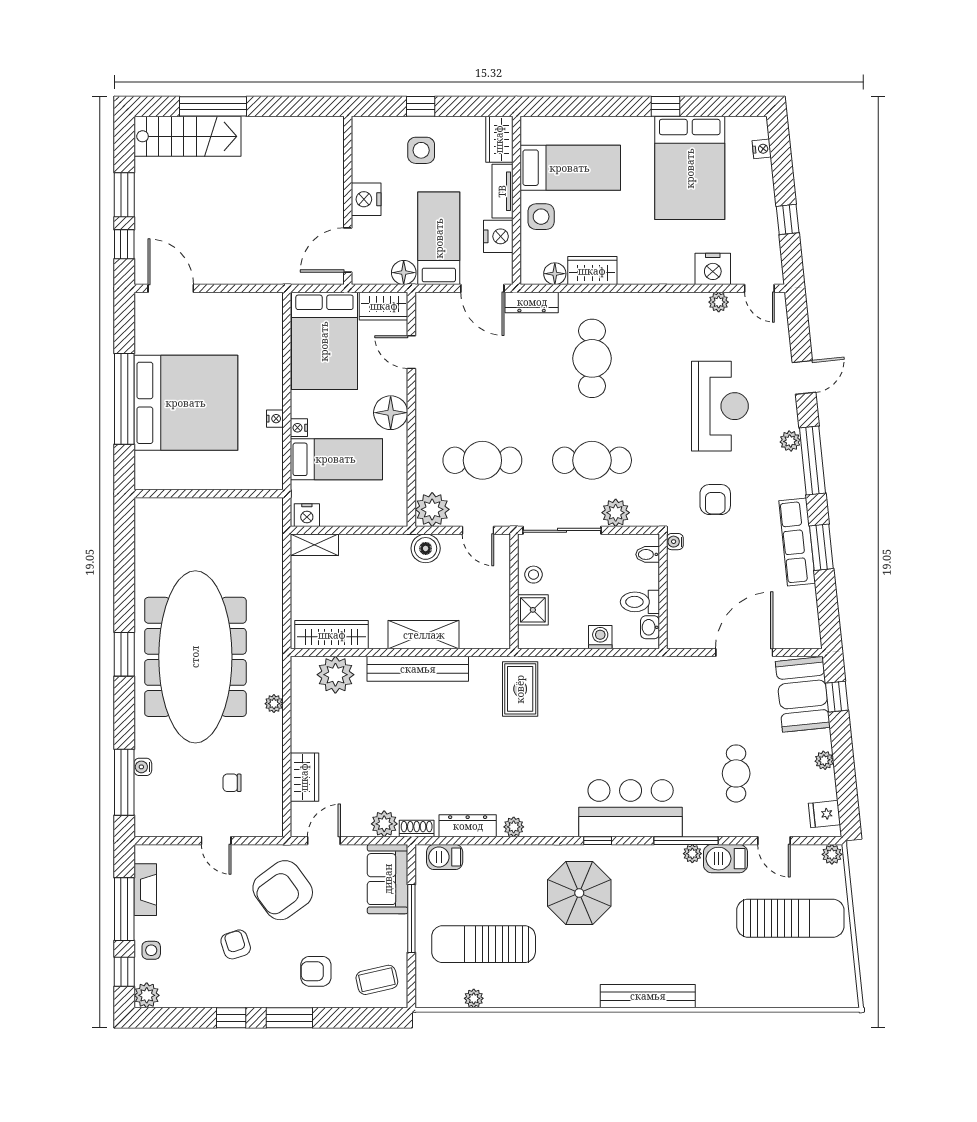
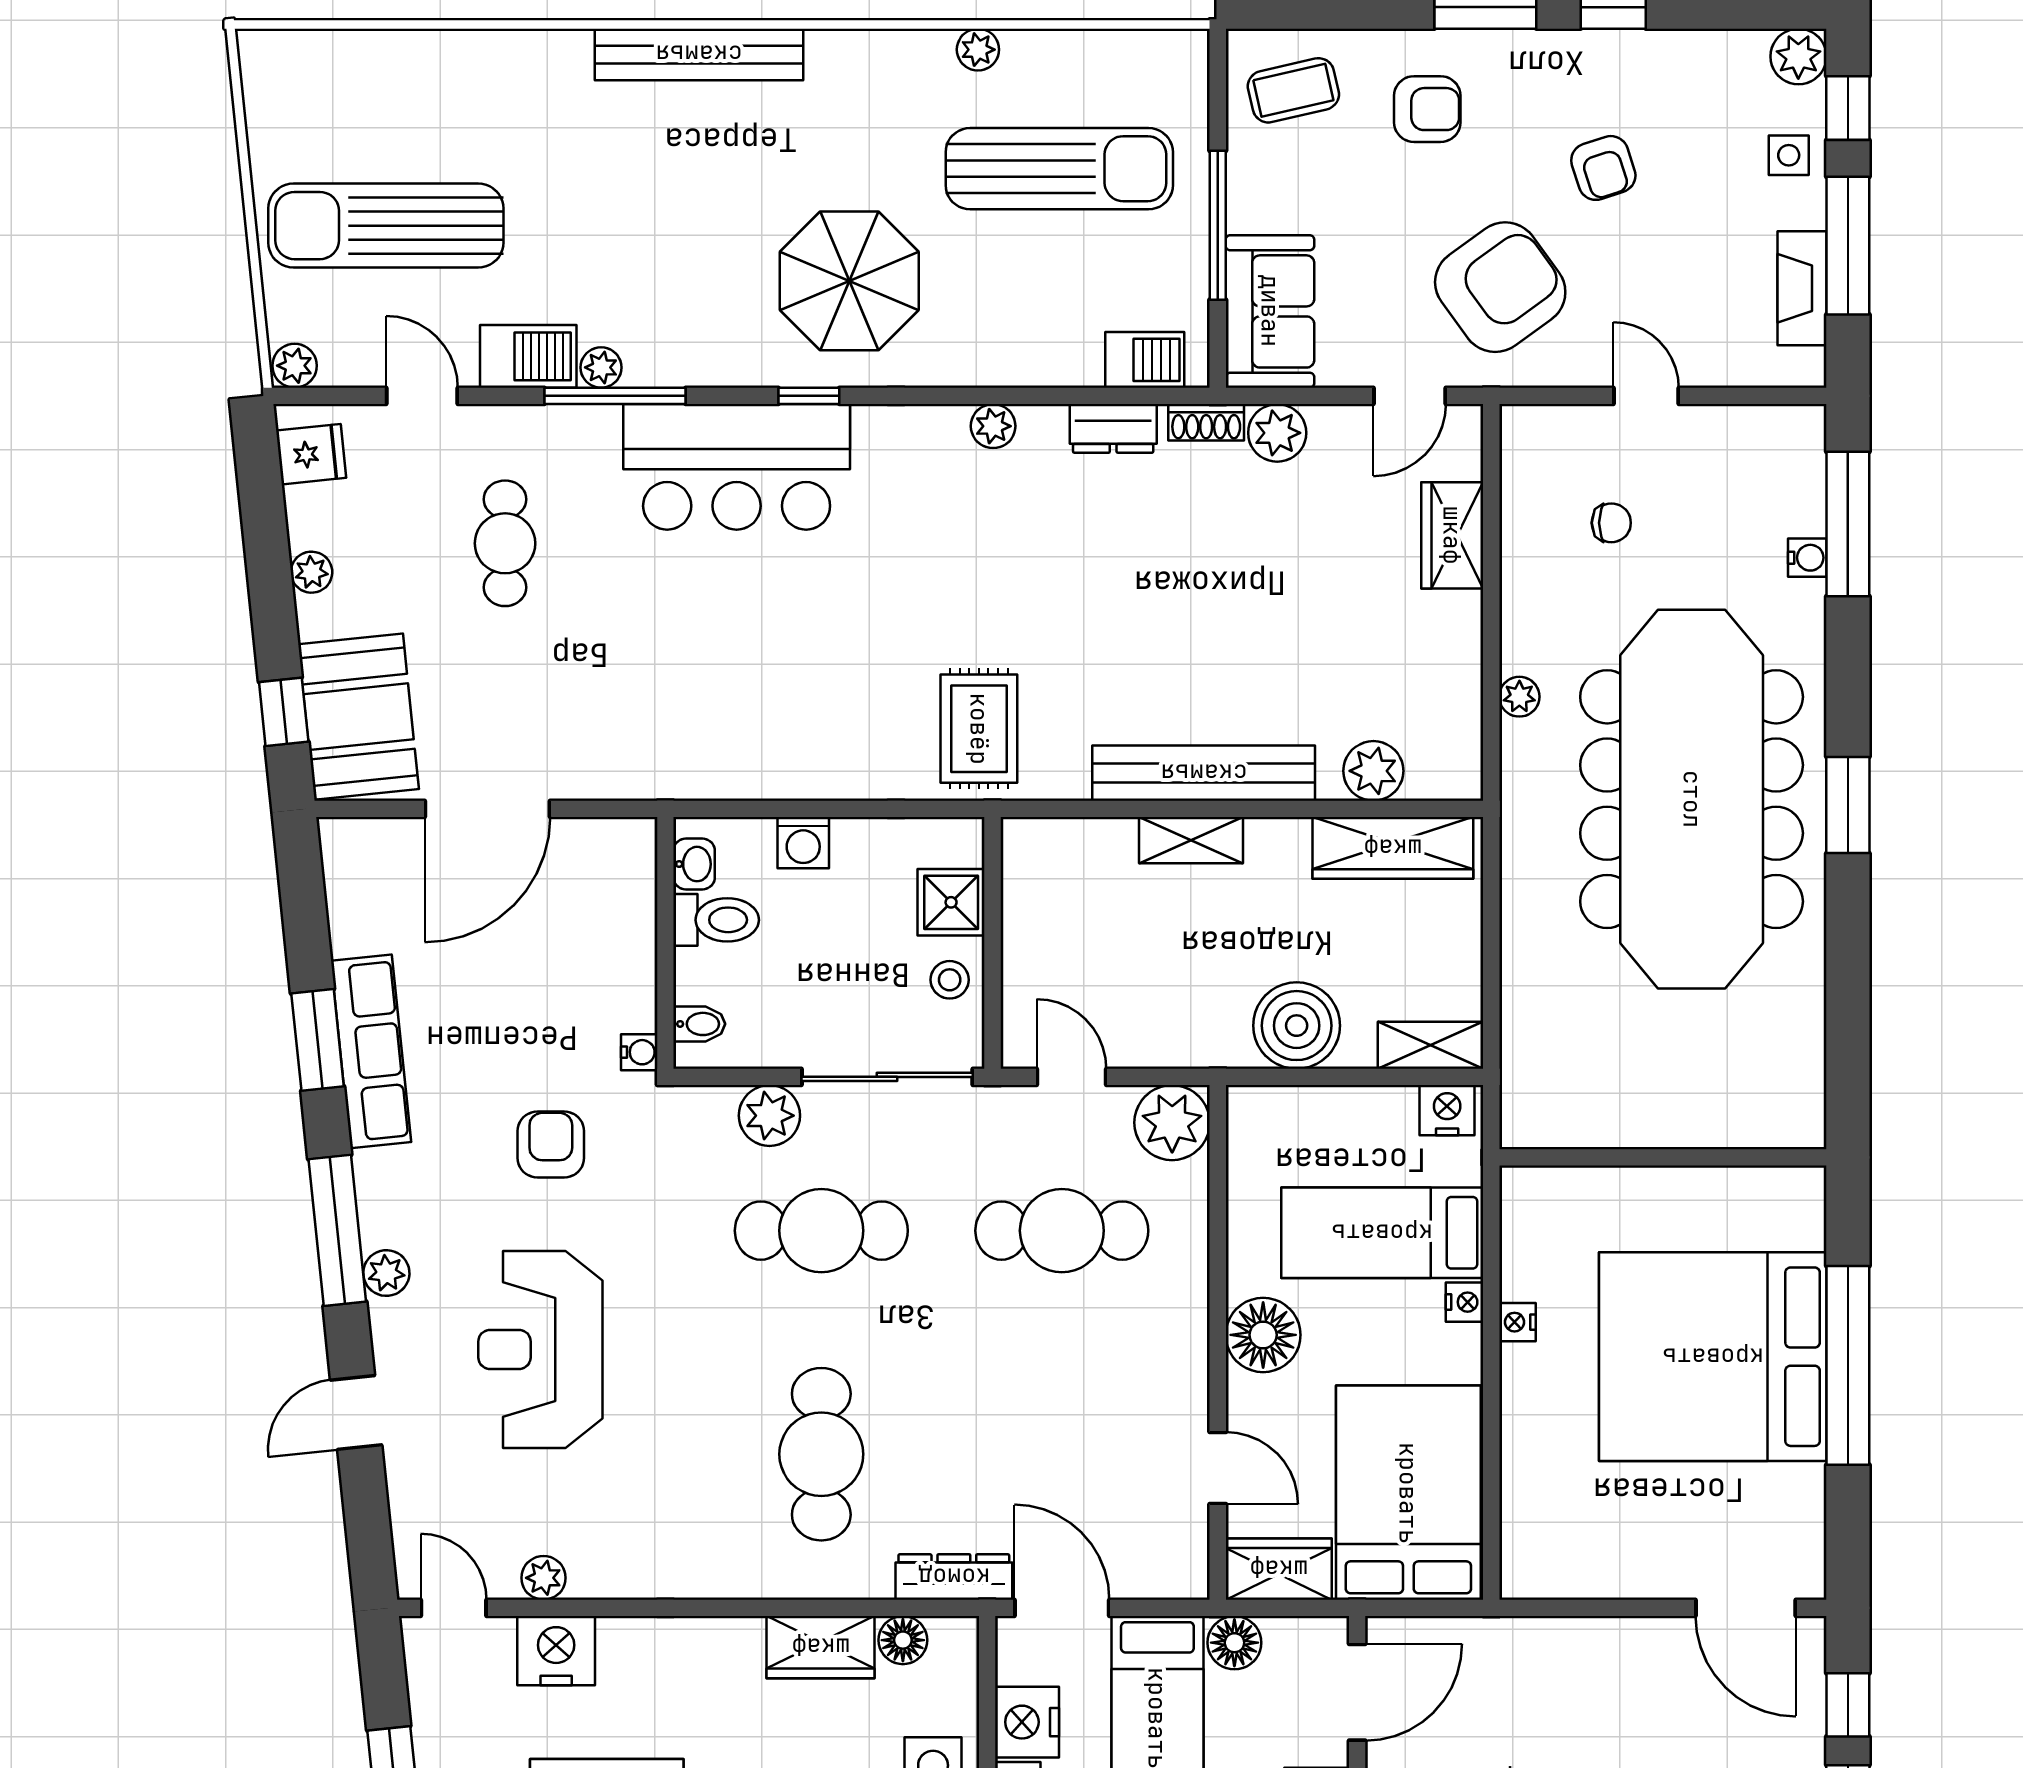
boiler: (426, 548) -> (1297, 1026), moved, width x1.37, depth x1.37
shelving: (424, 635) -> (1191, 840), width x0.67, depth x0.75
plant: (335, 675) -> (1373, 771), width x0.73, depth x0.73
dresser: (468, 826) -> (1113, 428), width x0.70
plant: (474, 998) -> (978, 50), moved

